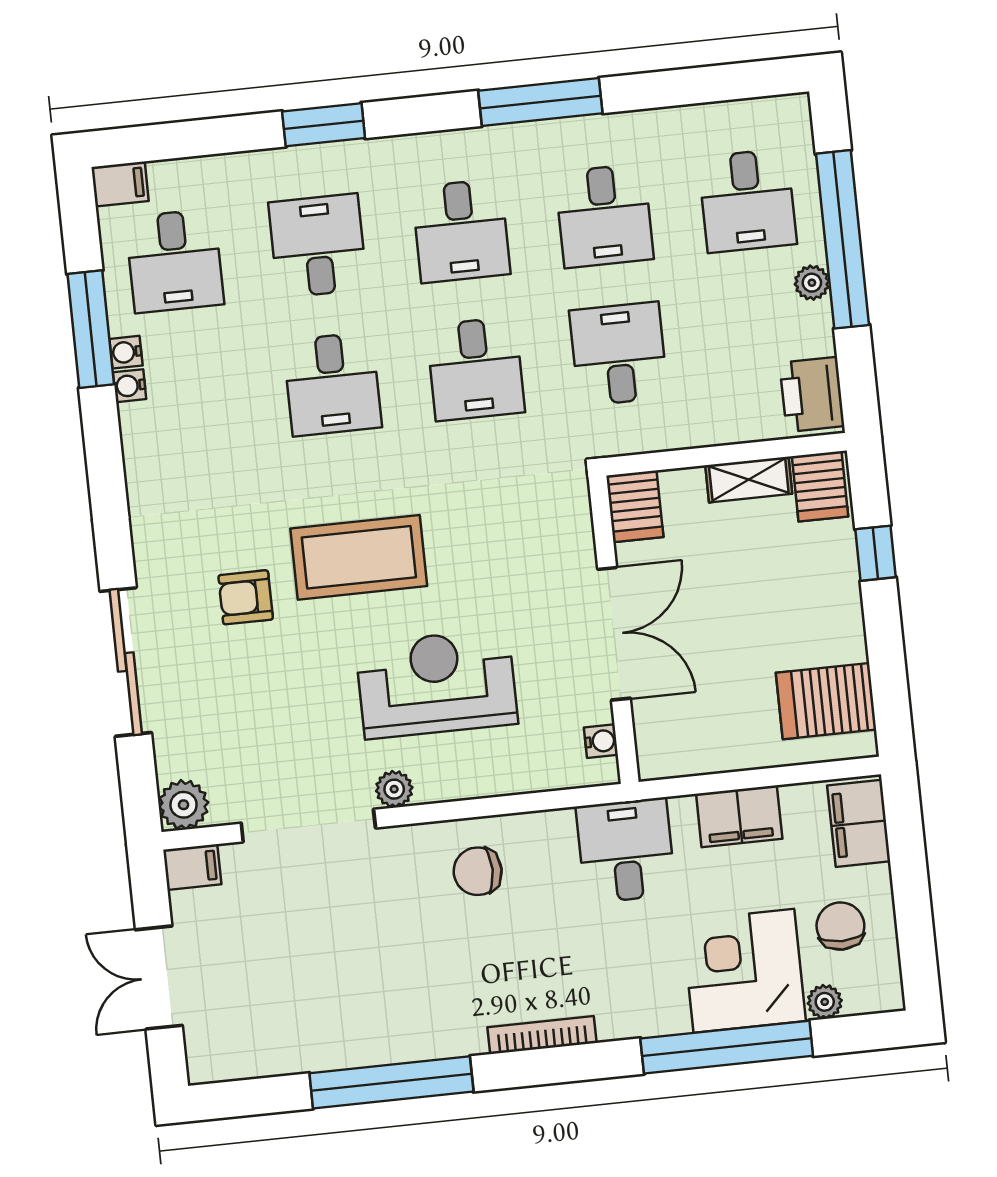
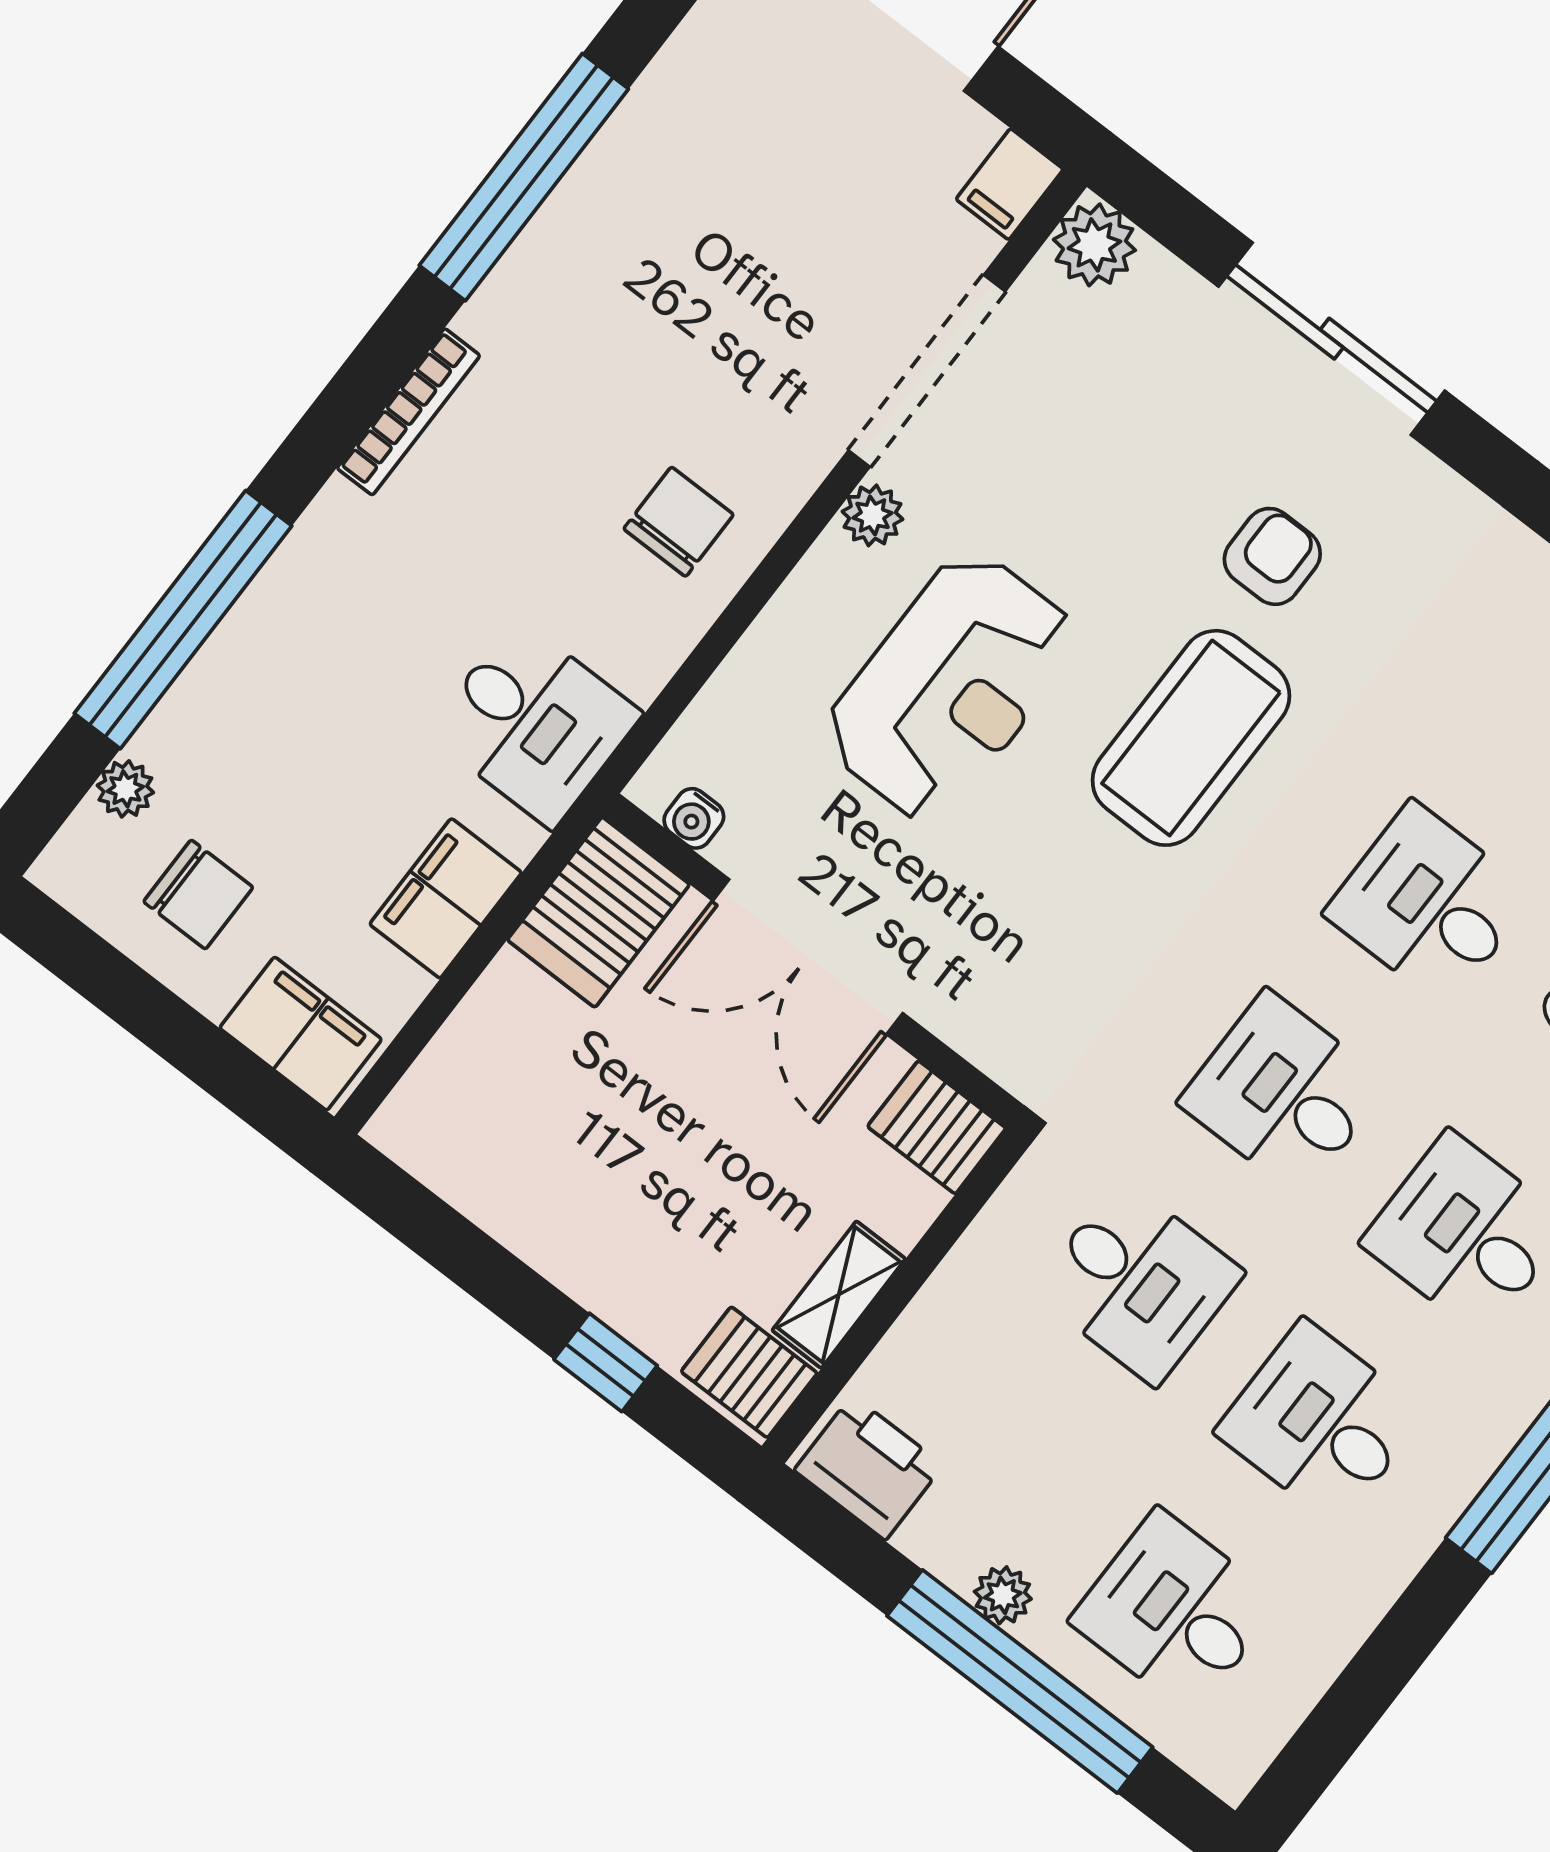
server rack: (826, 701) -> (598, 912), moved, turned 180
corner desk: (744, 971) -> (255, 727), removed

